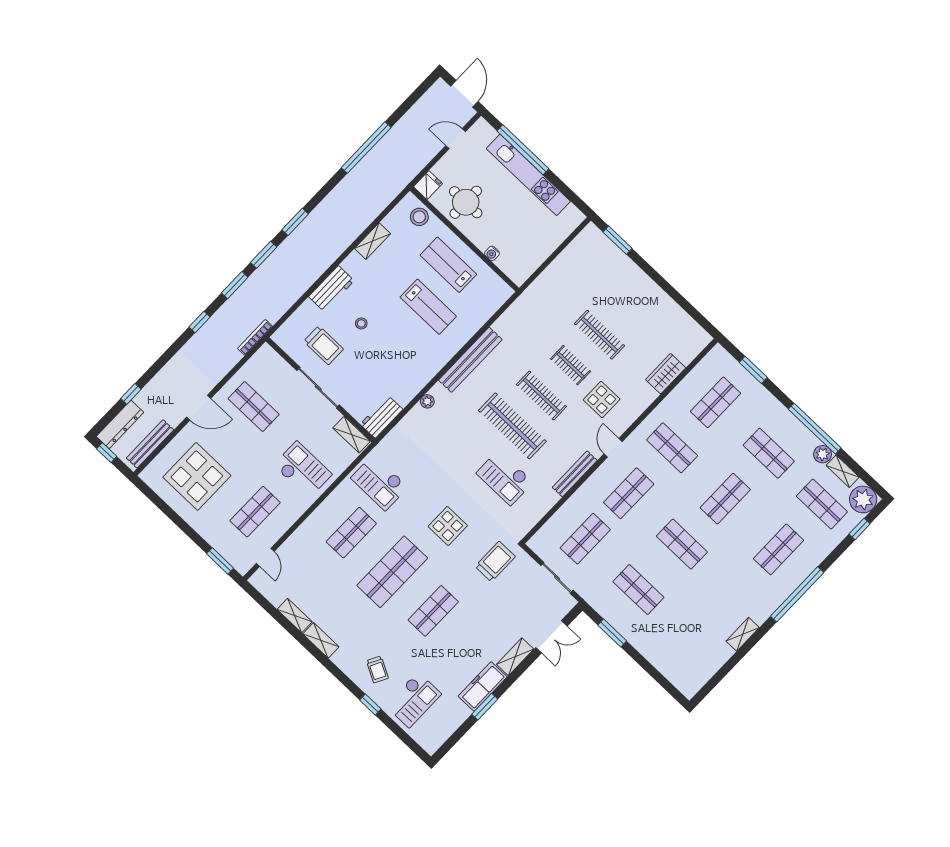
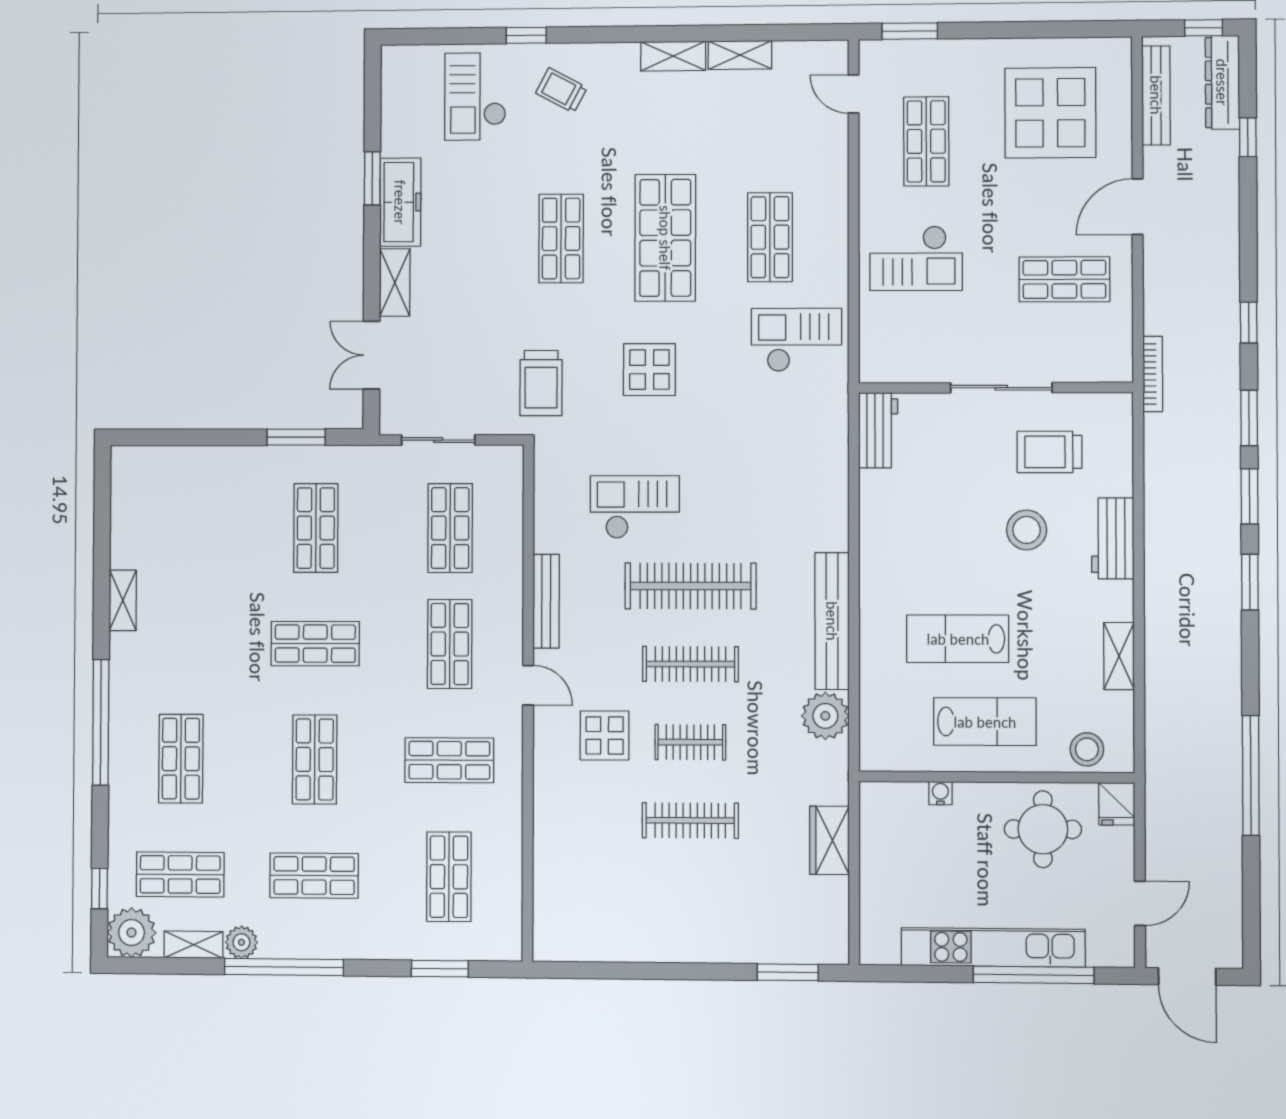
stool: (361, 323) -> (1027, 530), width x1.89, depth x1.89
wardrobe: (666, 374) -> (829, 840), moved, turned 180
plant: (427, 401) -> (825, 716), moved, width x1.88, depth x1.88
shelving: (352, 435) -> (896, 368), removed
shop shelf: (638, 590) -> (316, 528), turned 90

